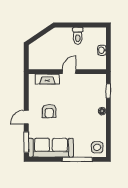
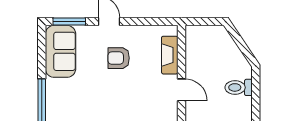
toilet: (78, 36) -> (239, 87), moved
sofa: (51, 148) -> (61, 51), width x0.73

